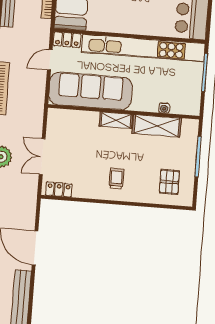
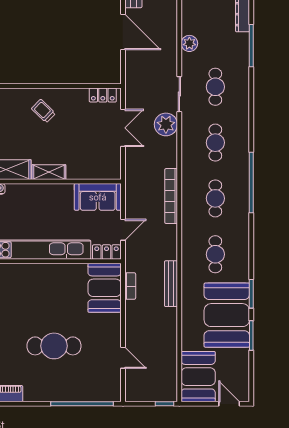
sofa: (91, 91) -> (98, 197), width x0.54, depth x0.79
trolley: (117, 179) -> (43, 111), turned 134

